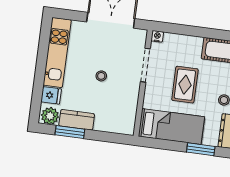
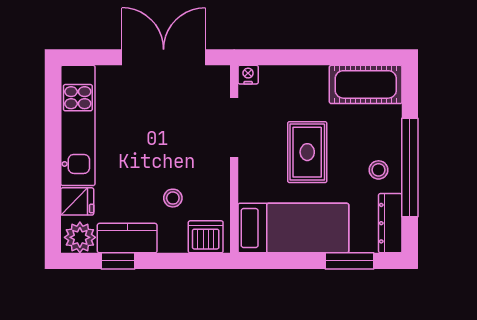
stool: (101, 76) -> (173, 198), moved
dishwasher: (121, 125) -> (206, 237), added
window: (70, 132) -> (118, 261), width x0.67

